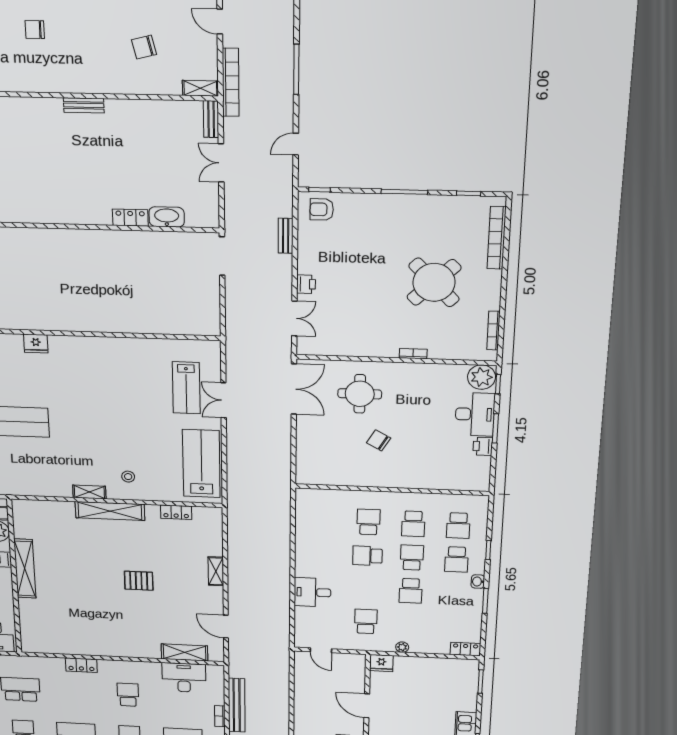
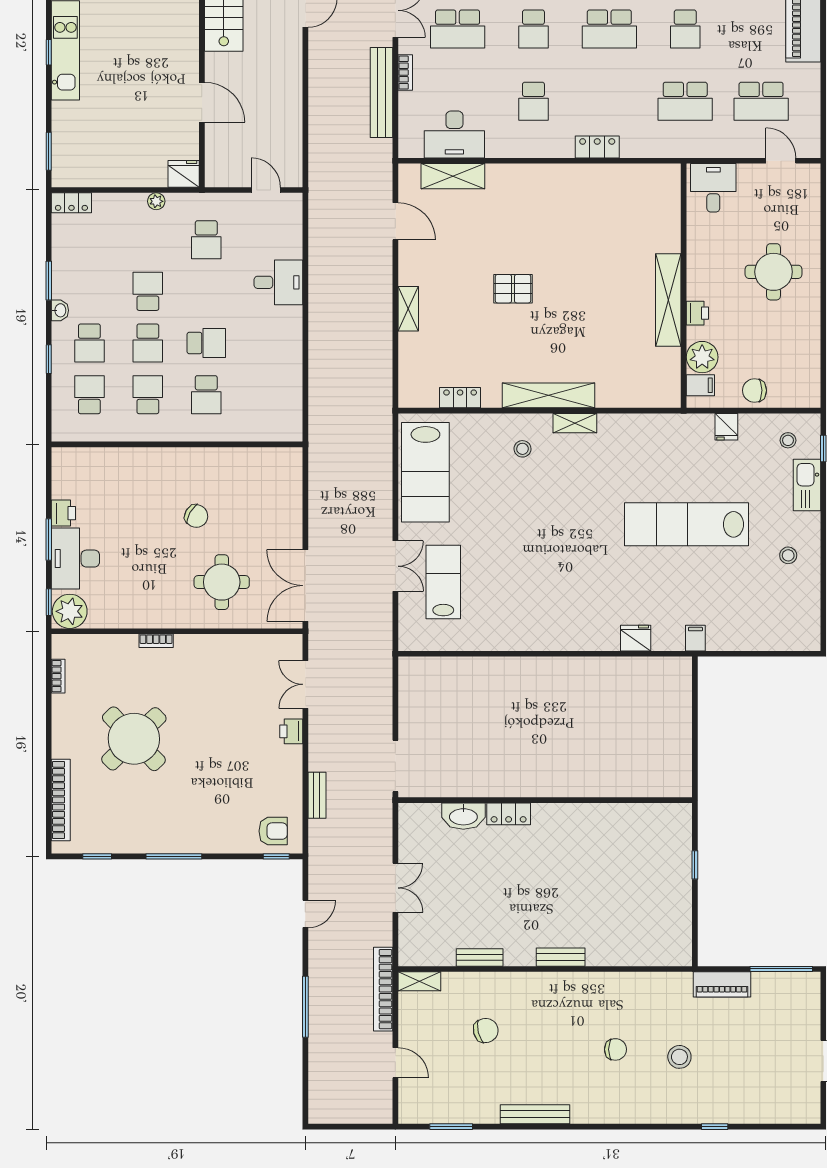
bench: (211, 119) -> (480, 957), moved, turned 90
bookcase: (493, 331) -> (58, 676), width x0.64
school desk: (457, 559) -> (89, 343), turned 180

